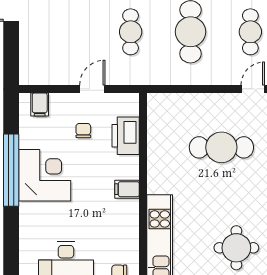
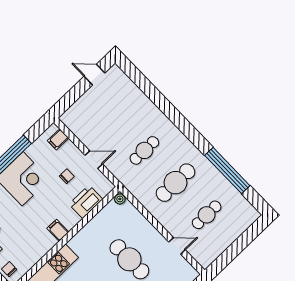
plant: (155, 100) -> (120, 199), added

